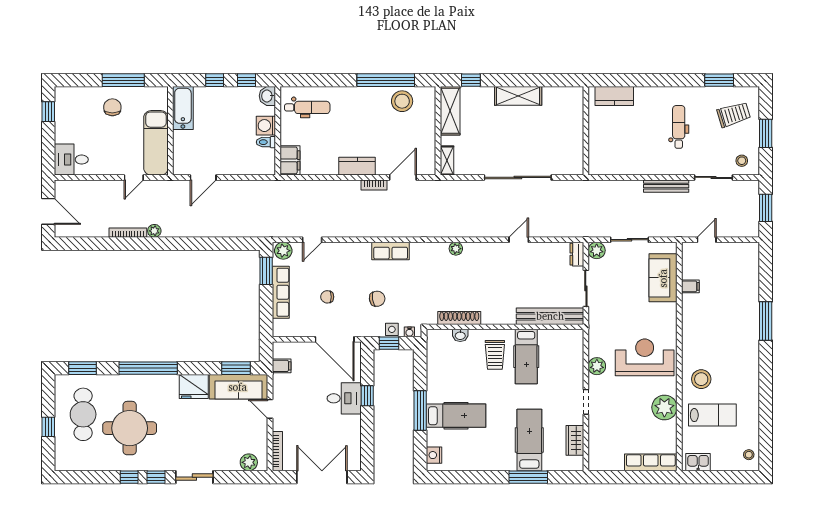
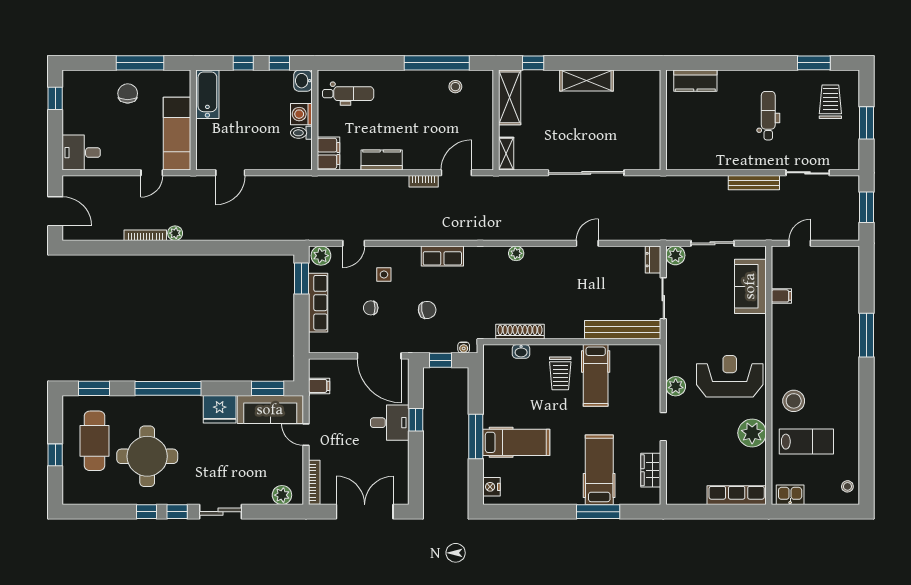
stool: (402, 101) -> (455, 87), width x0.53, depth x0.53
trolley: (734, 115) -> (830, 102), turned -73
stool: (742, 161) -> (840, 154), removed
kitchen counter: (357, 166) -> (382, 160), moved
side table: (392, 329) -> (384, 274), moved

